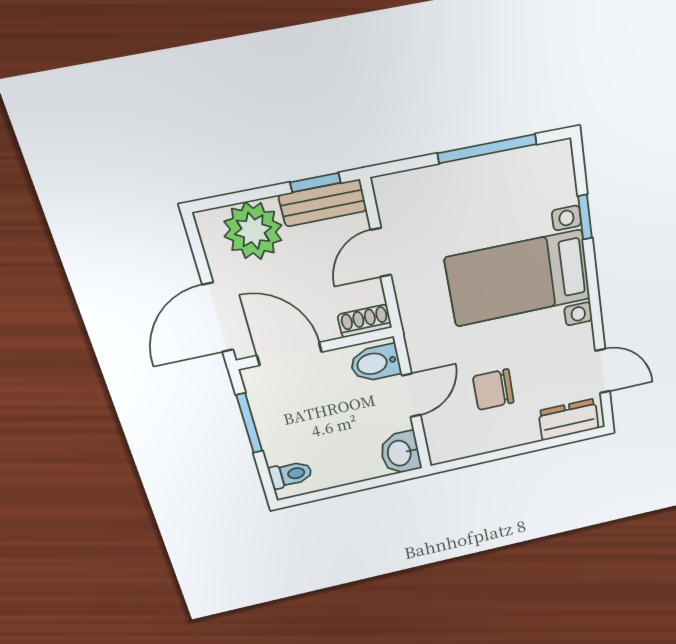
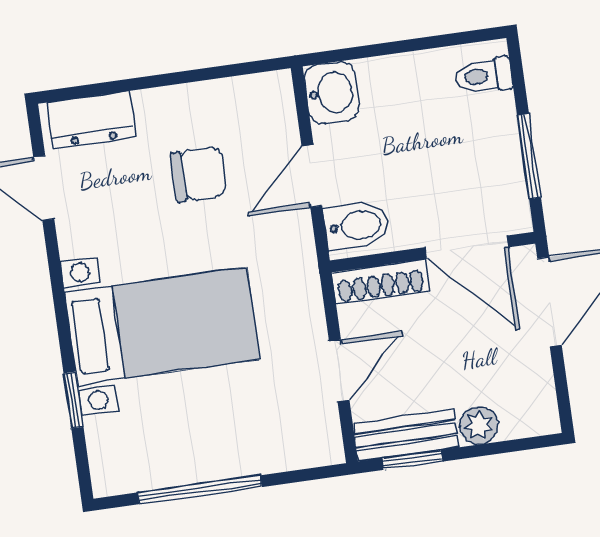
plant: (253, 231) -> (479, 425), width x0.53, depth x0.53
shoe rack: (365, 321) -> (380, 282), width x1.43

